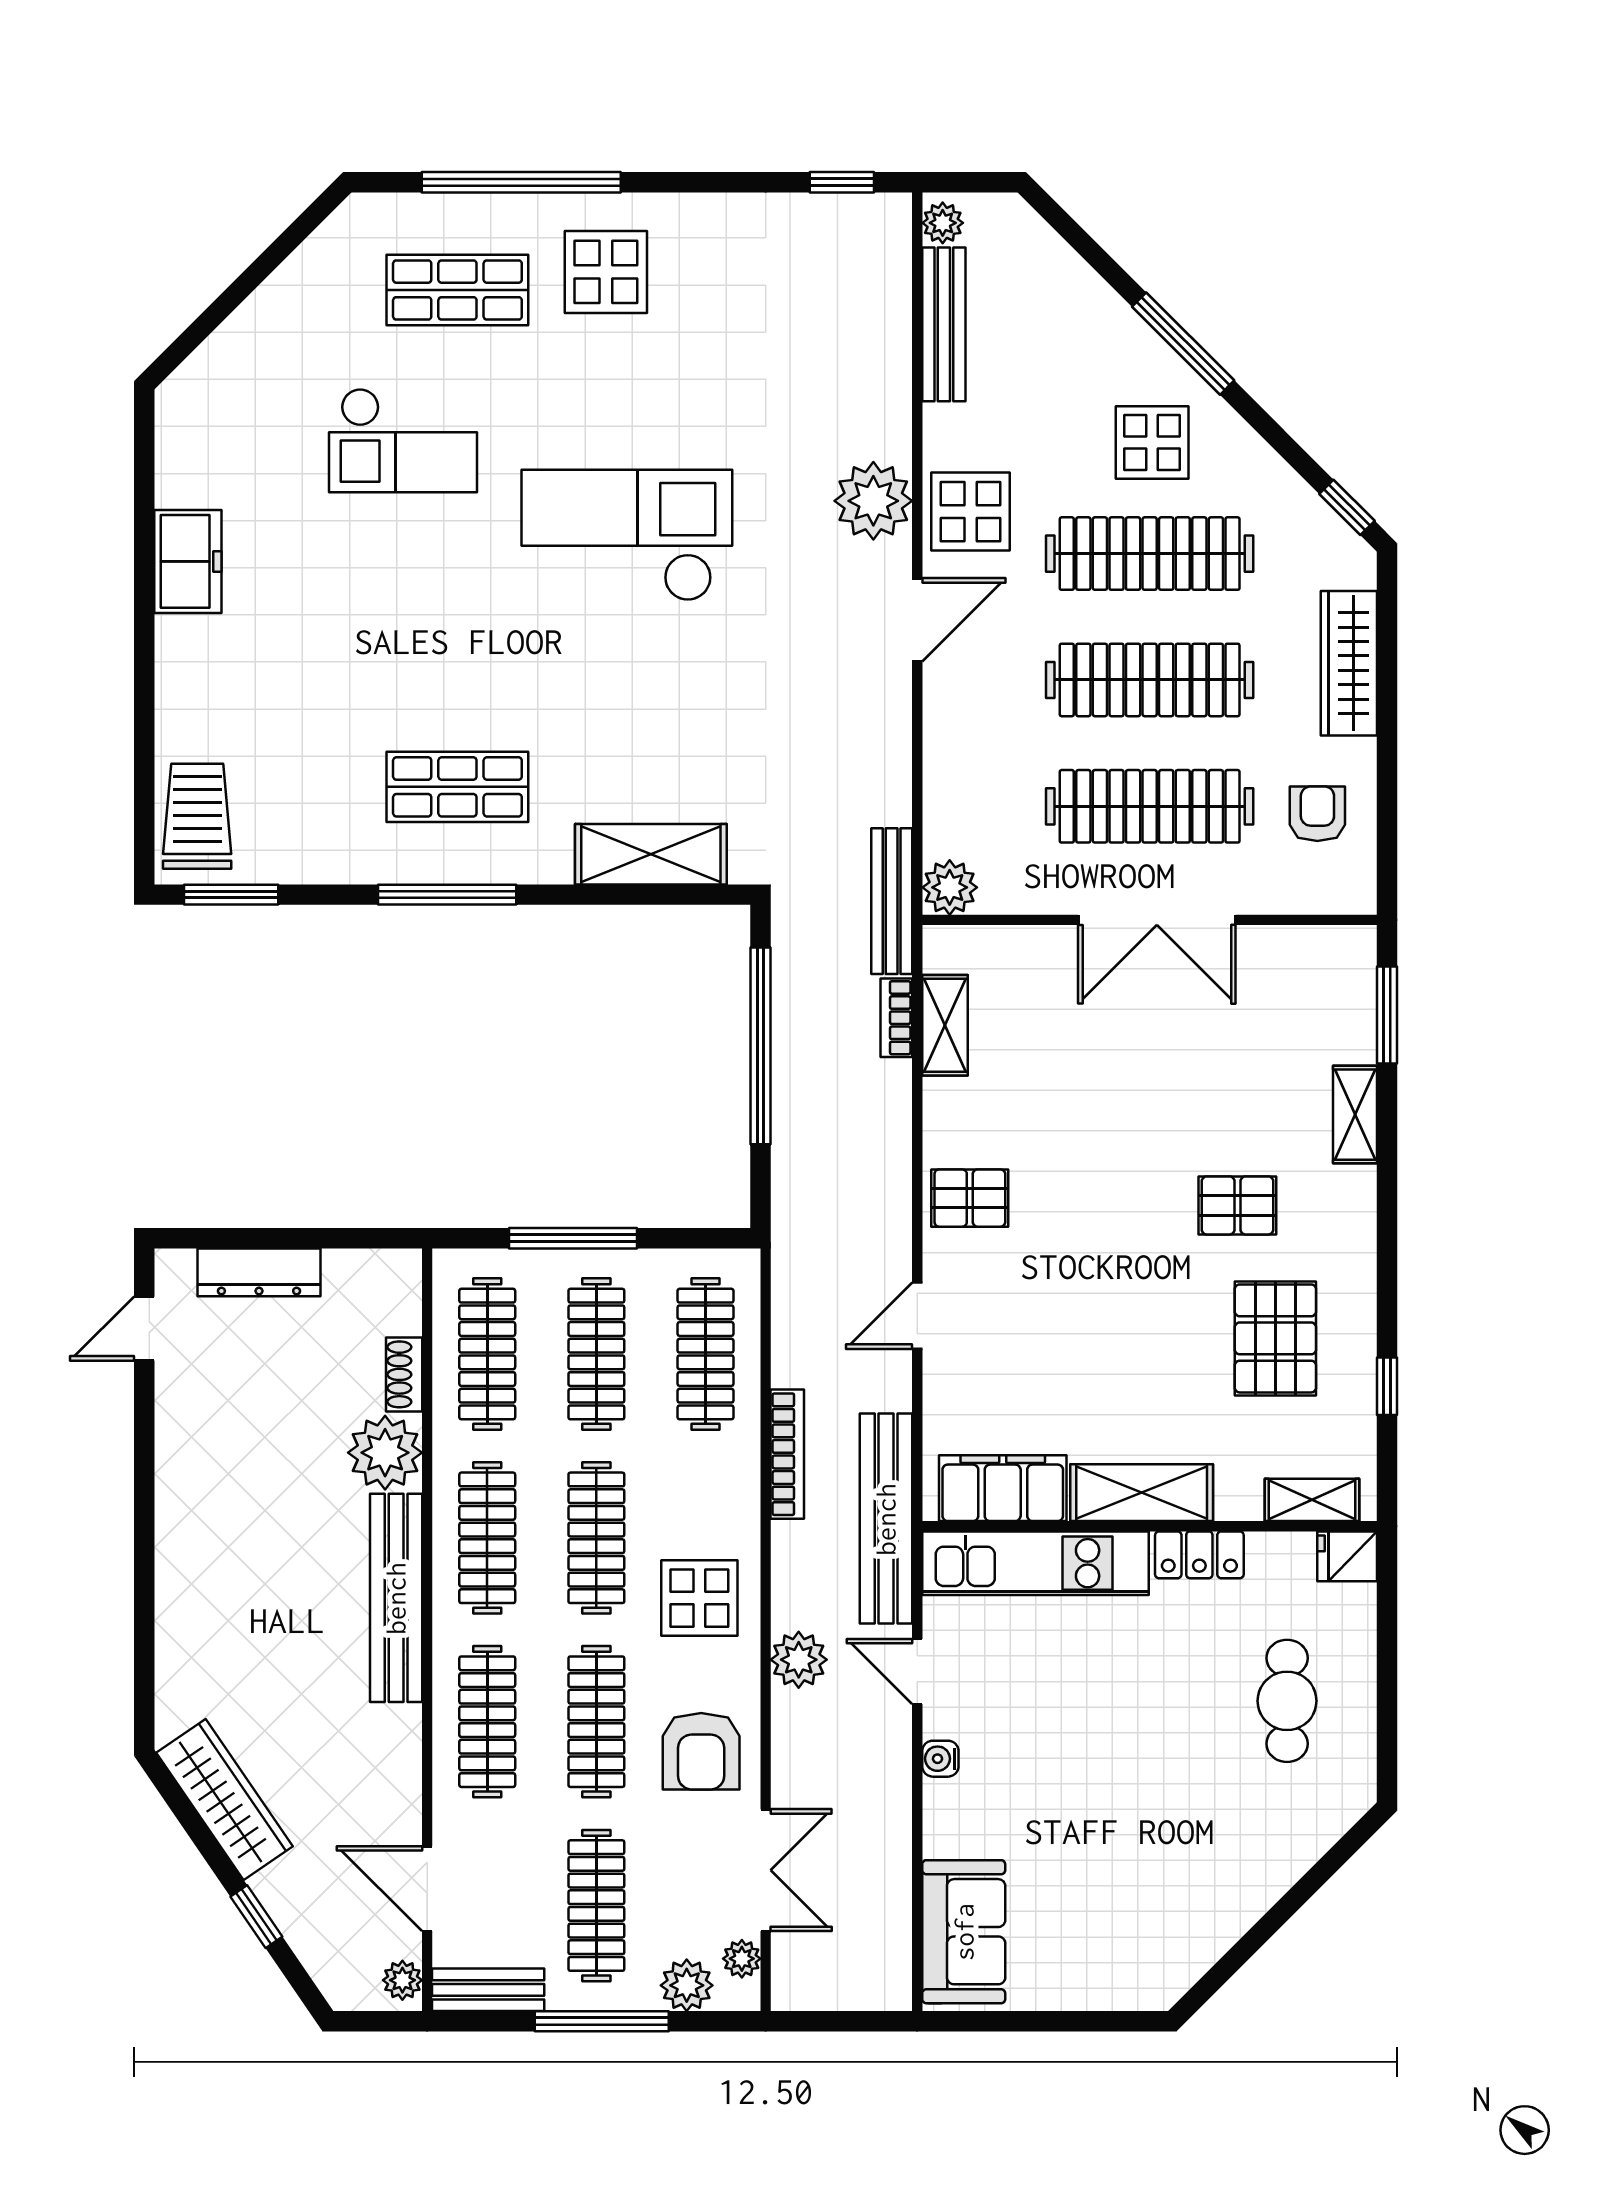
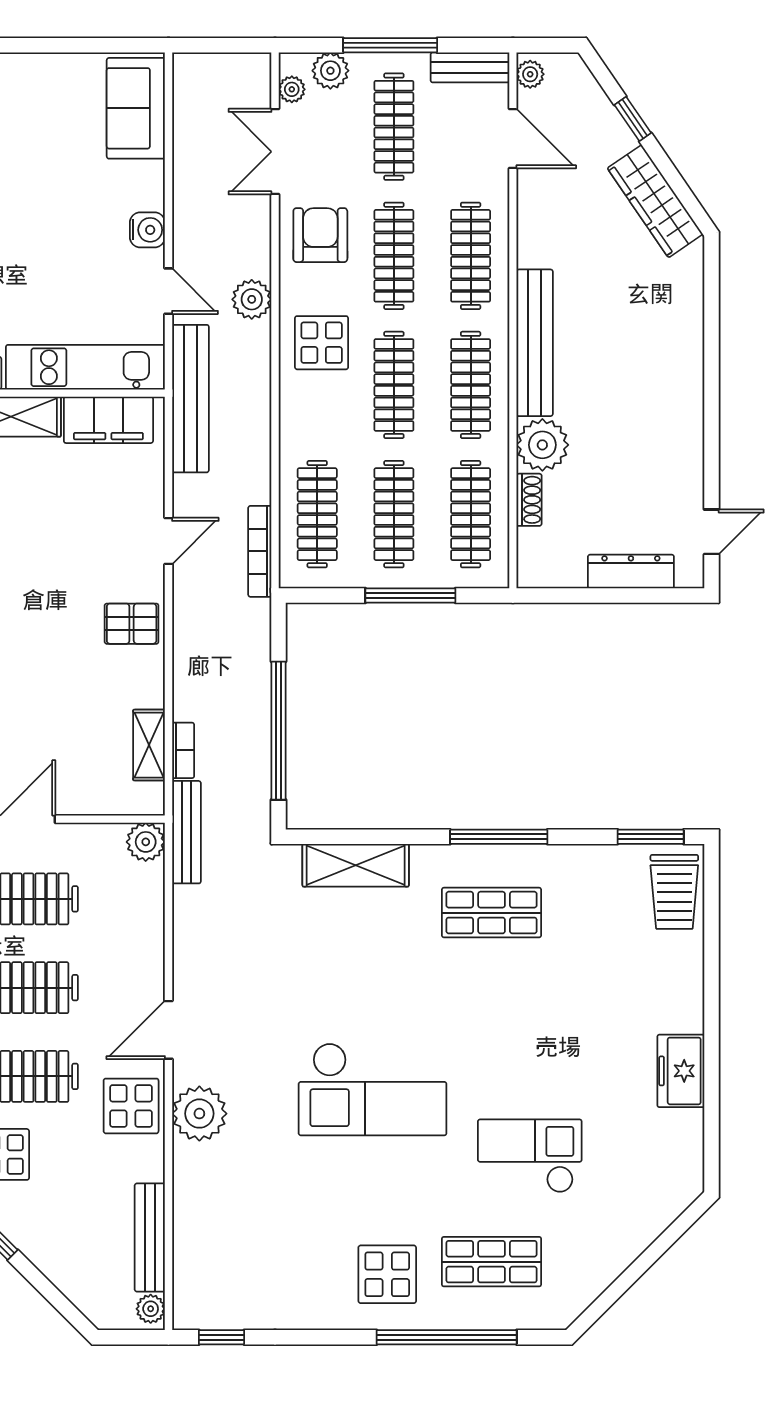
bookcase: (787, 1454) -> (260, 551), moved
water cooler: (940, 1759) -> (147, 230), width x1.38, depth x1.38

